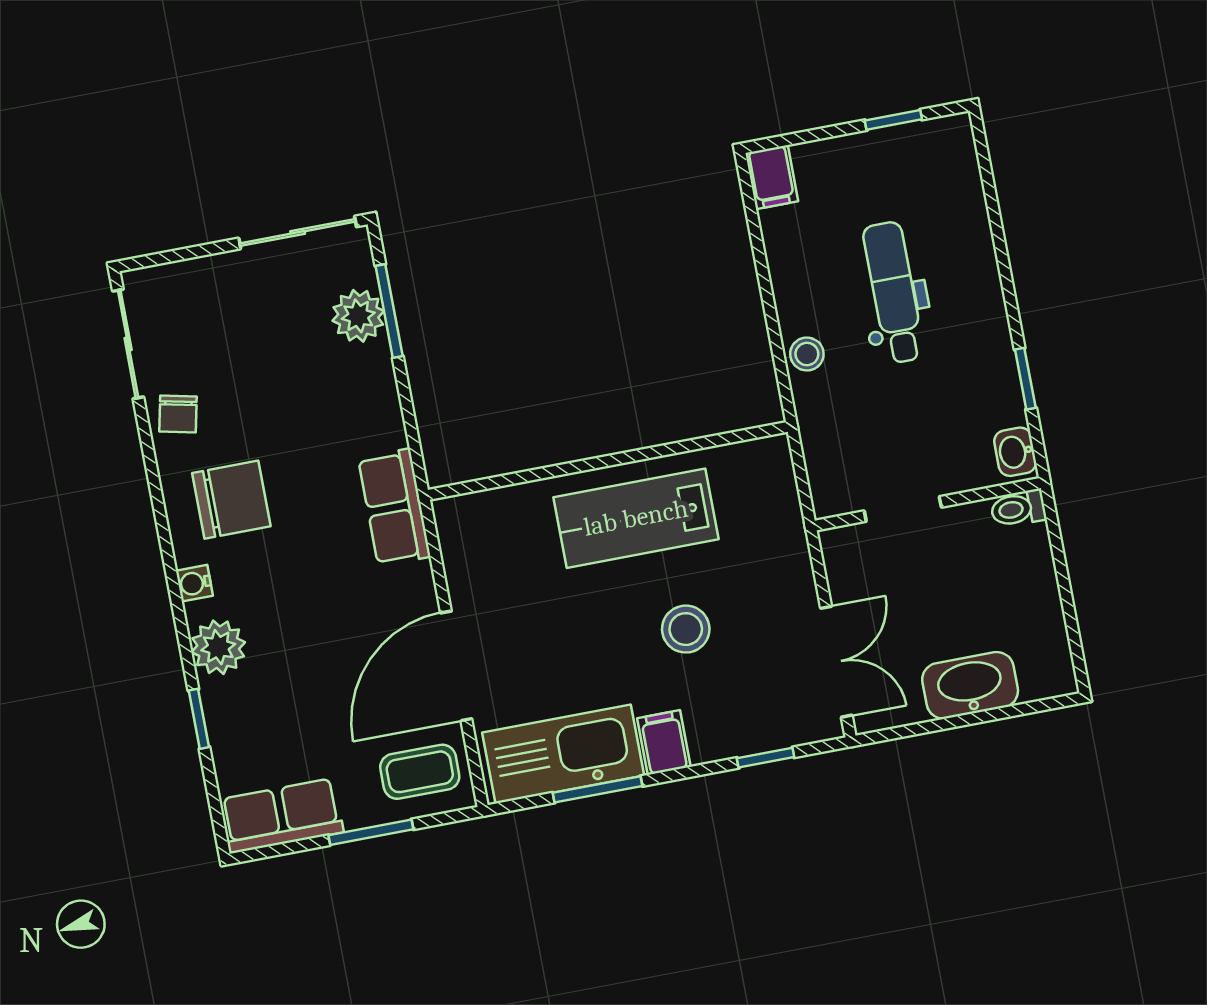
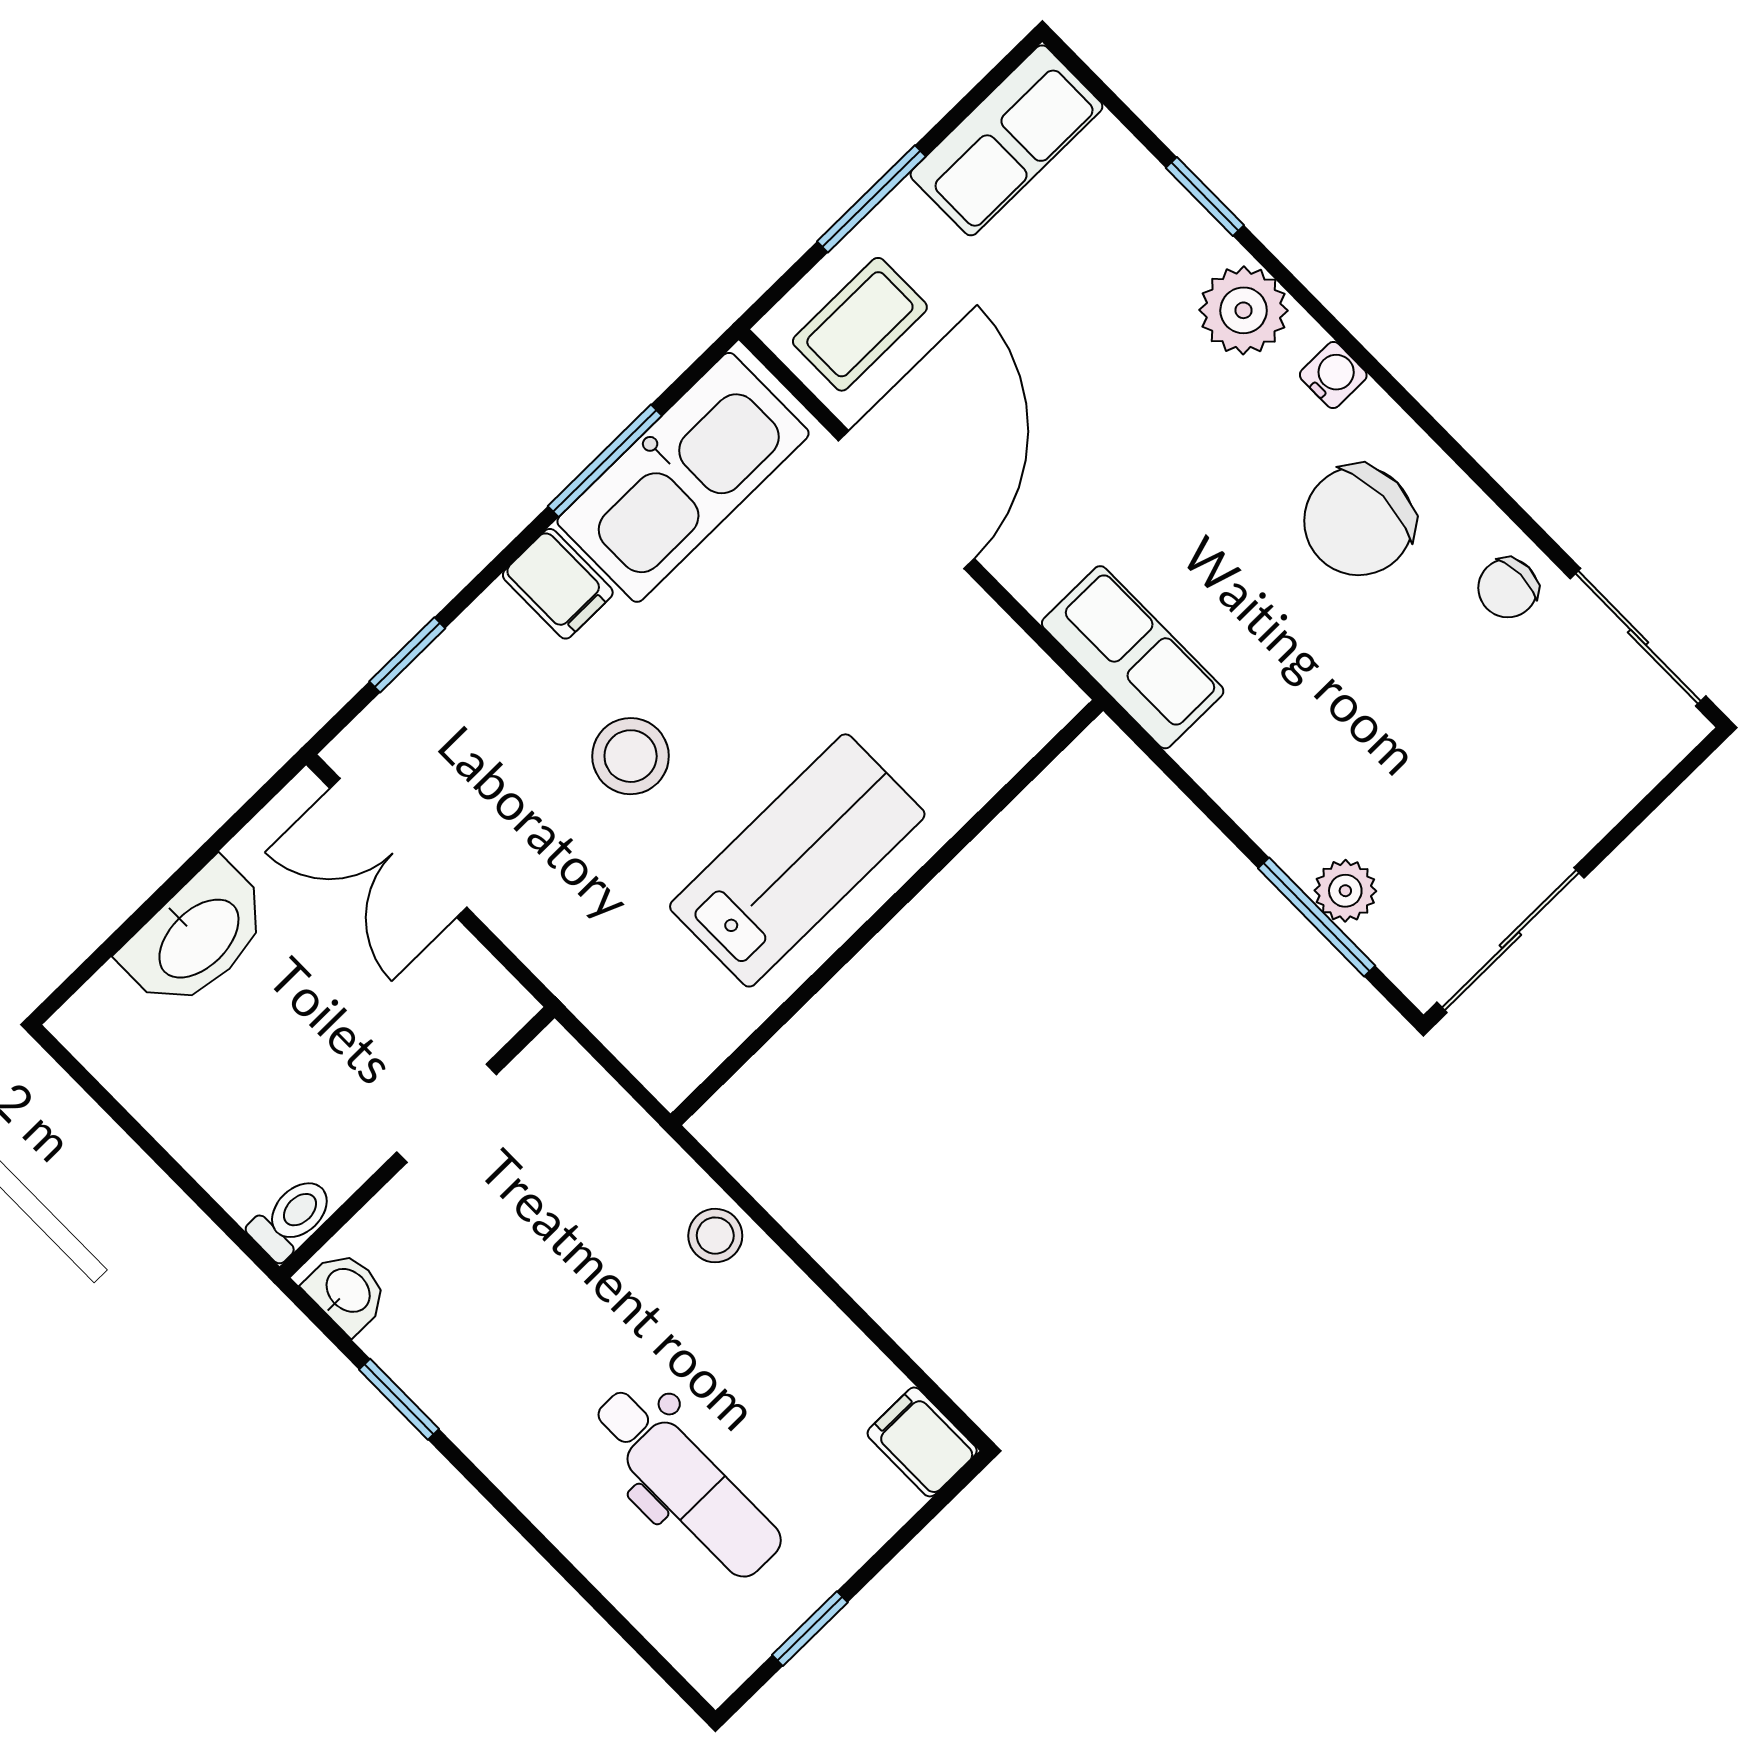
dental chair: (894, 292) -> (687, 1482), moved
plant: (358, 316) -> (1345, 891), width x0.73, depth x0.73
chair: (178, 414) -> (1508, 588), turned -102

